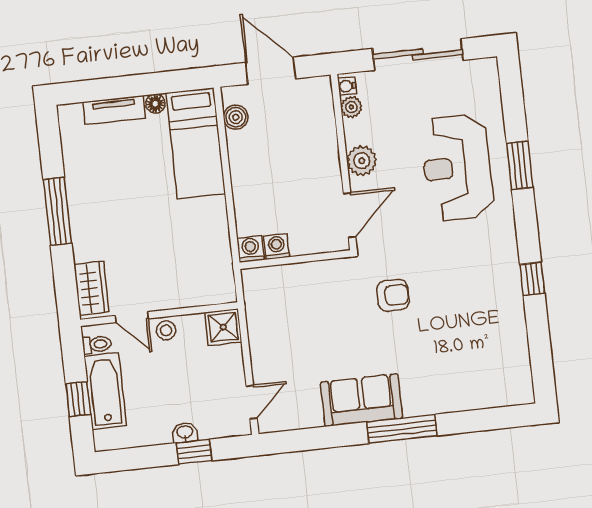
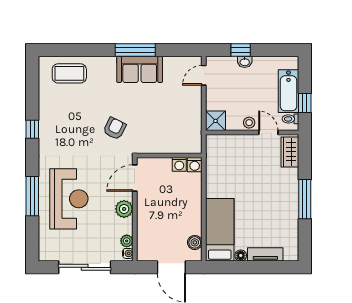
window: (520, 165) -> (32, 196), width x1.44
armchair: (393, 295) -> (115, 128), turned 116
coffee table: (480, 380) -> (69, 73), added
window: (78, 399) -> (305, 103), moved
window: (402, 429) -> (135, 50), moved

